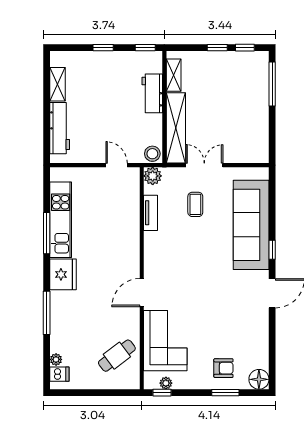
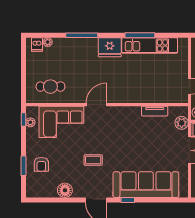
plant: (153, 176) -> (182, 123), moved
coffee table: (195, 204) -> (93, 160), moved
door: (142, 293) -> (96, 105), hinge flipped
cafe table: (117, 356) -> (50, 87), turned -53
floor lamp: (259, 379) -> (65, 190), moved

